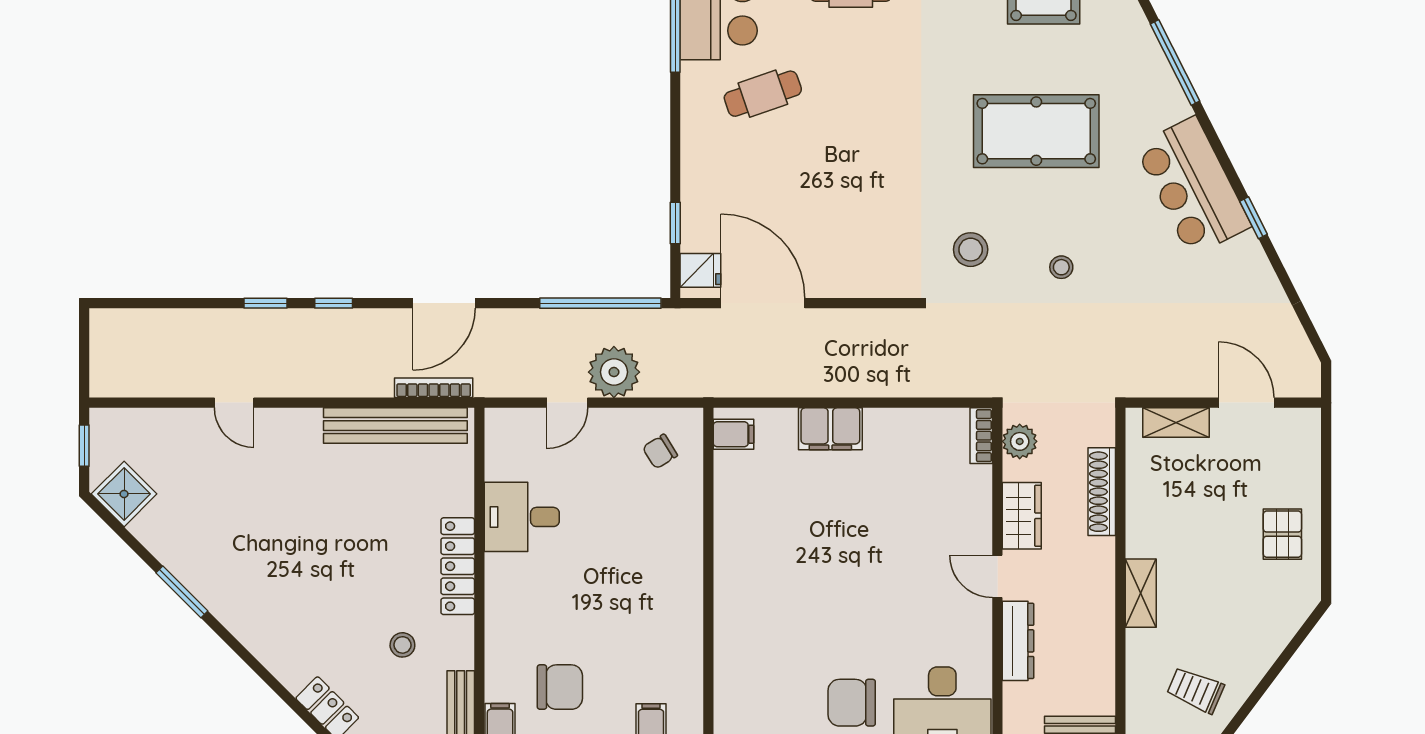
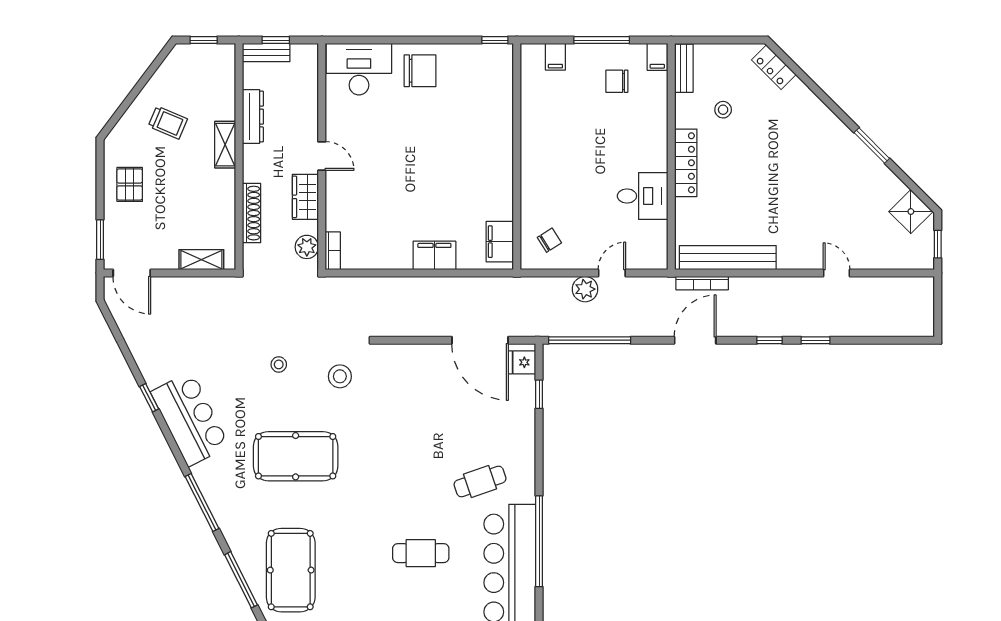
plant: (614, 372) -> (585, 289), width x0.73, depth x0.73
door: (1246, 403) -> (132, 273), moved
filing cabinet: (734, 434) -> (500, 242), width x2.00
window: (1326, 452) -> (100, 240), added
dresser: (1018, 641) -> (253, 117), moved, turned 180
chair: (560, 687) -> (617, 81), width x0.73, depth x0.73
trolley: (1195, 690) -> (168, 123), moved

